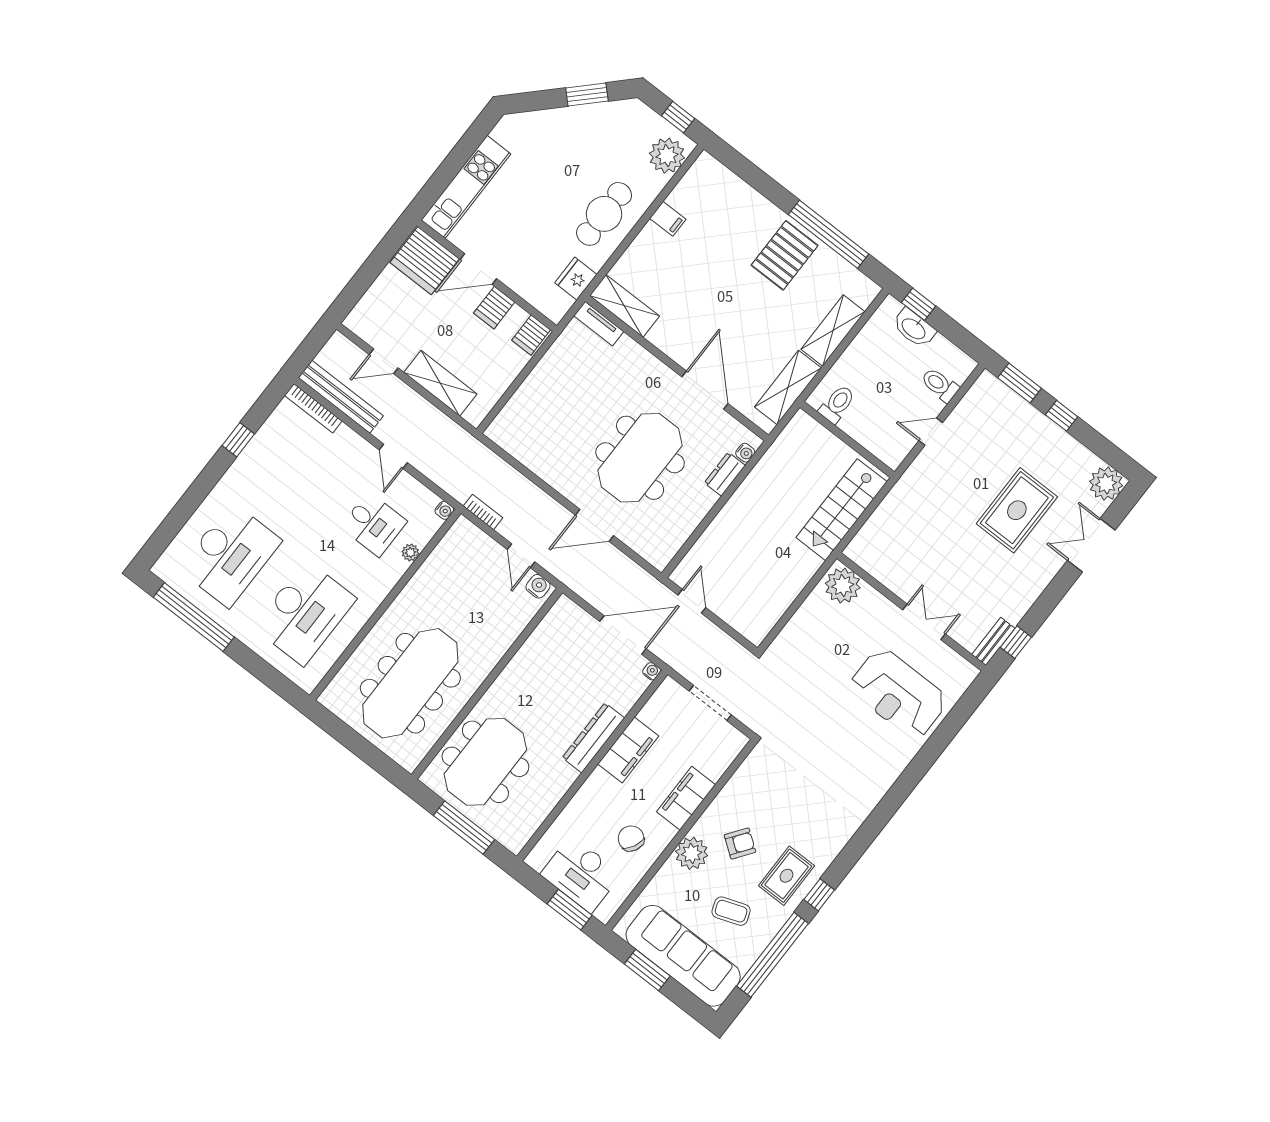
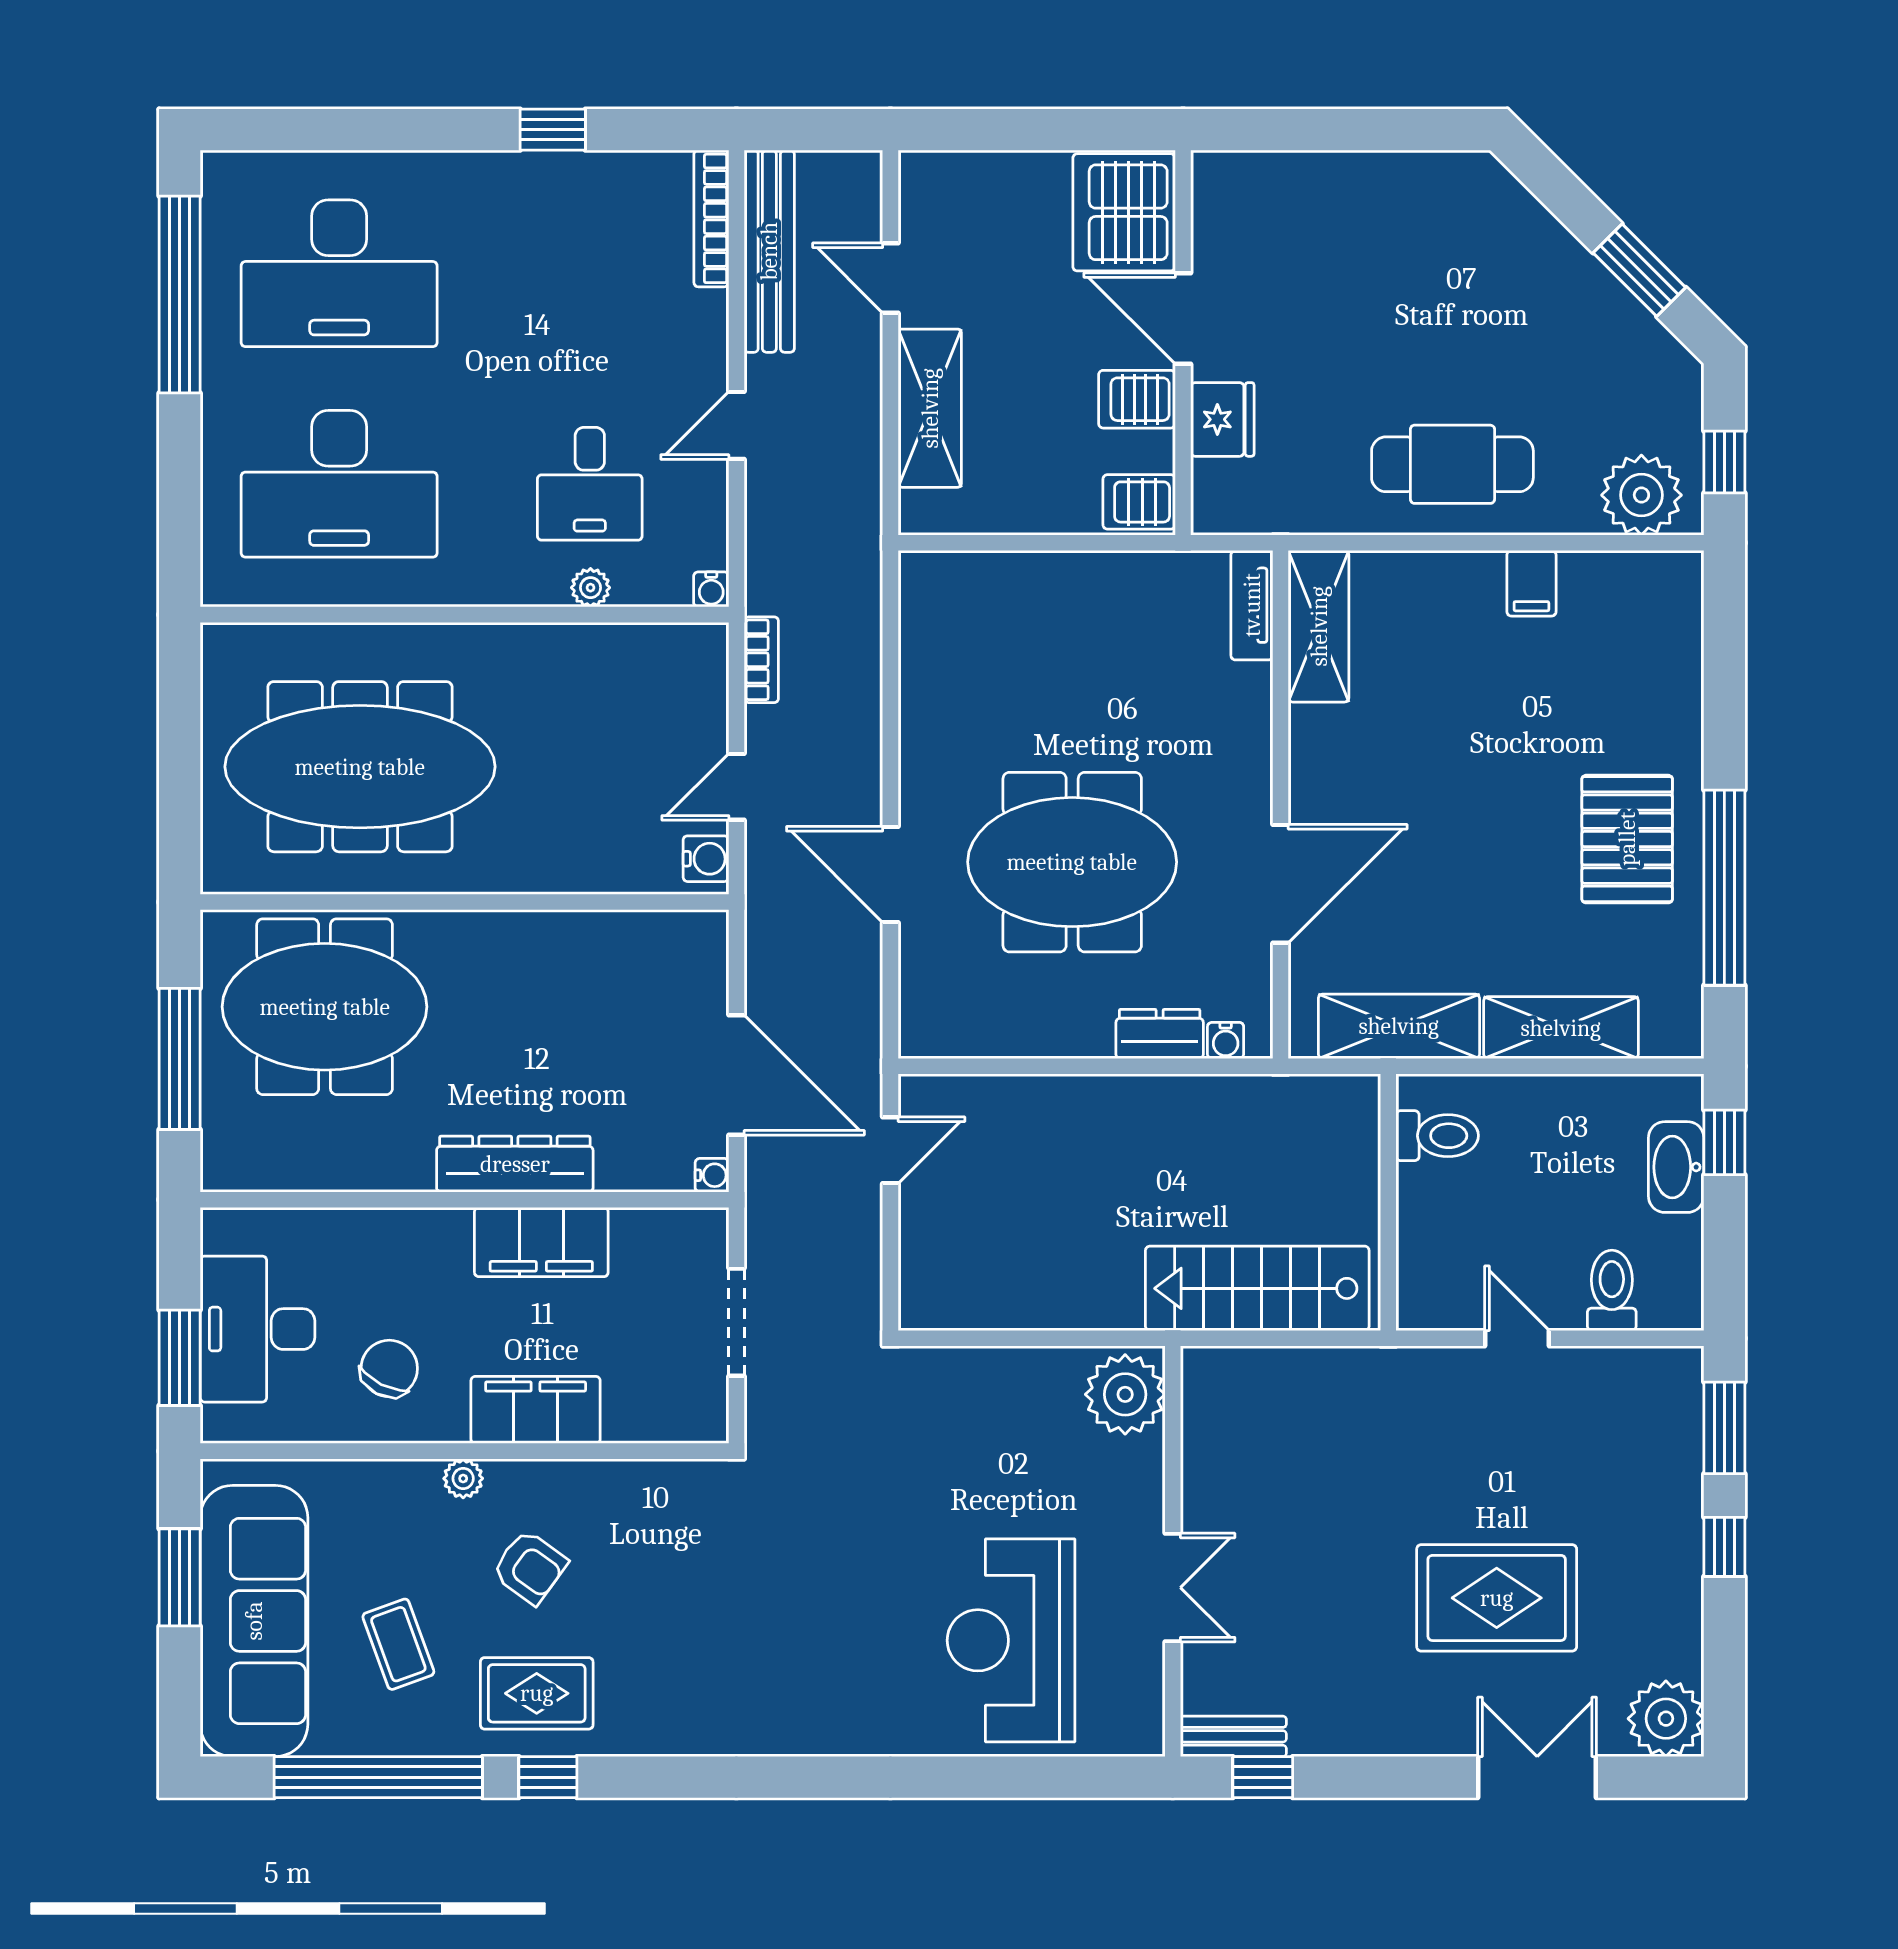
kitchen unit: (466, 187) -> (1311, 184), removed
pallet: (785, 255) -> (1627, 839), turned 90
fridge: (576, 279) -> (1222, 419), moved, turned 90
plant: (692, 853) -> (463, 1478), width x0.53, depth x0.53

